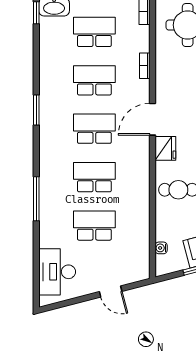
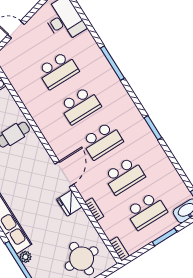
fridge: (165, 148) -> (69, 203), moved

